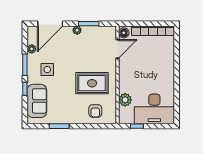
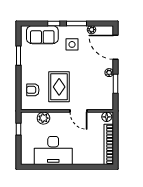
door: (118, 49) -> (78, 111), moved
desk: (154, 109) -> (53, 150), moved, turned -90

